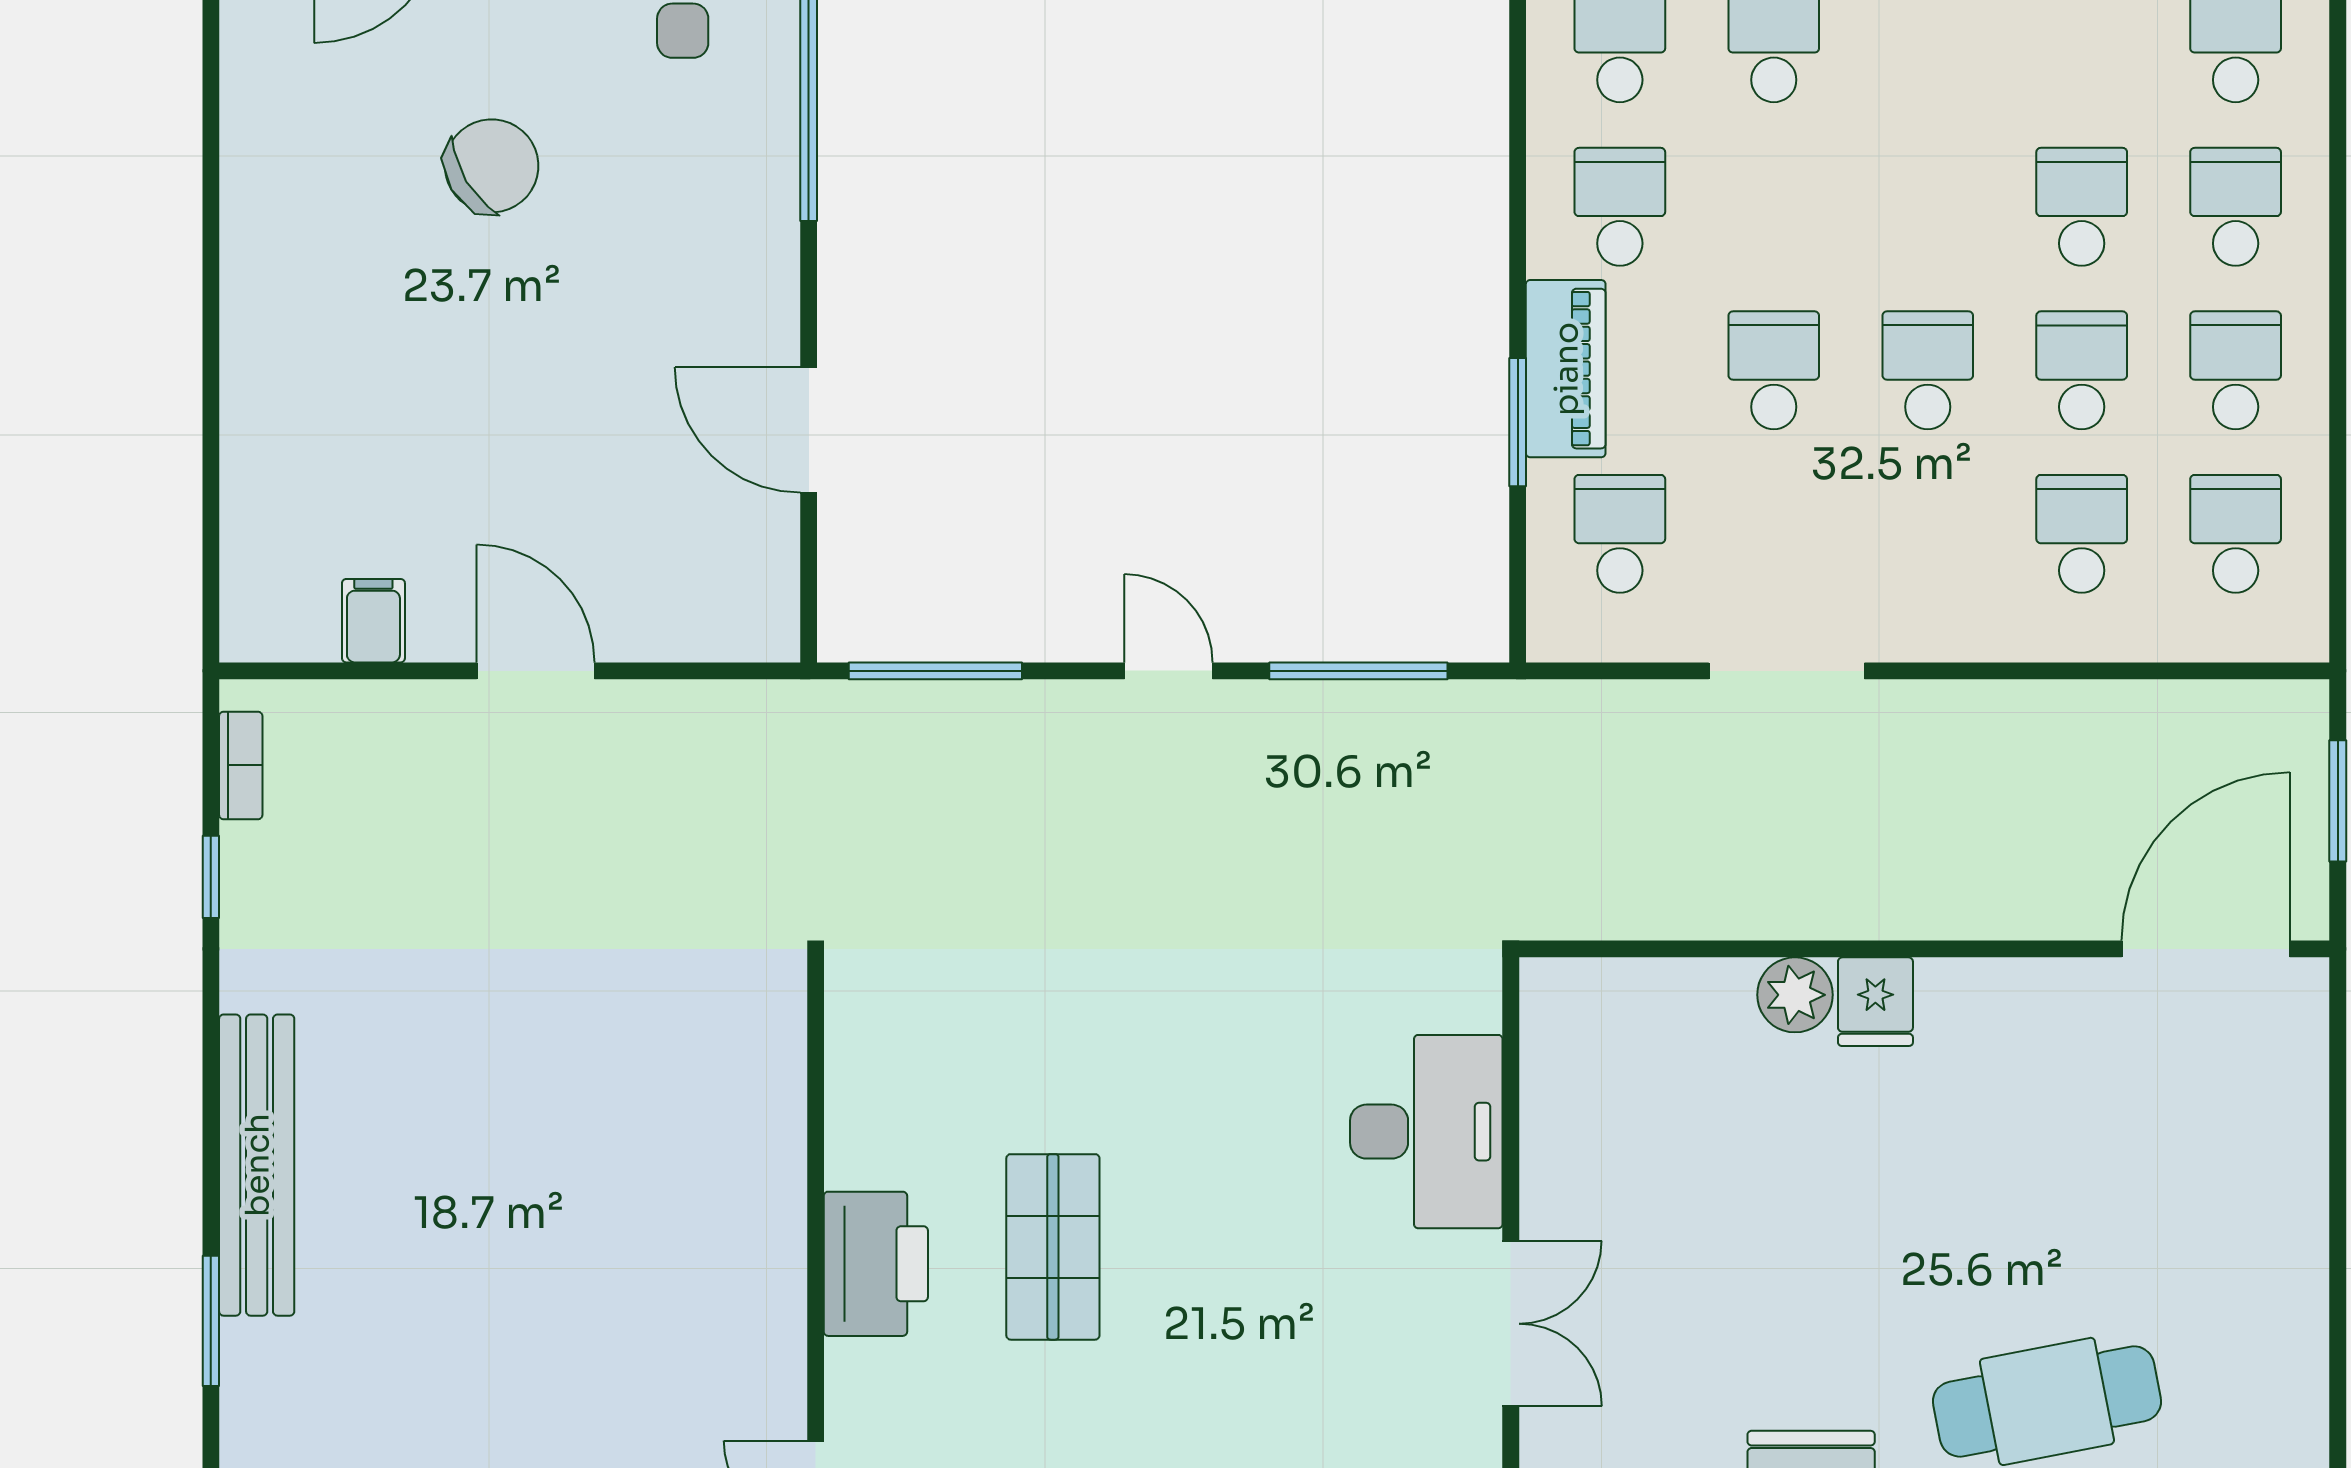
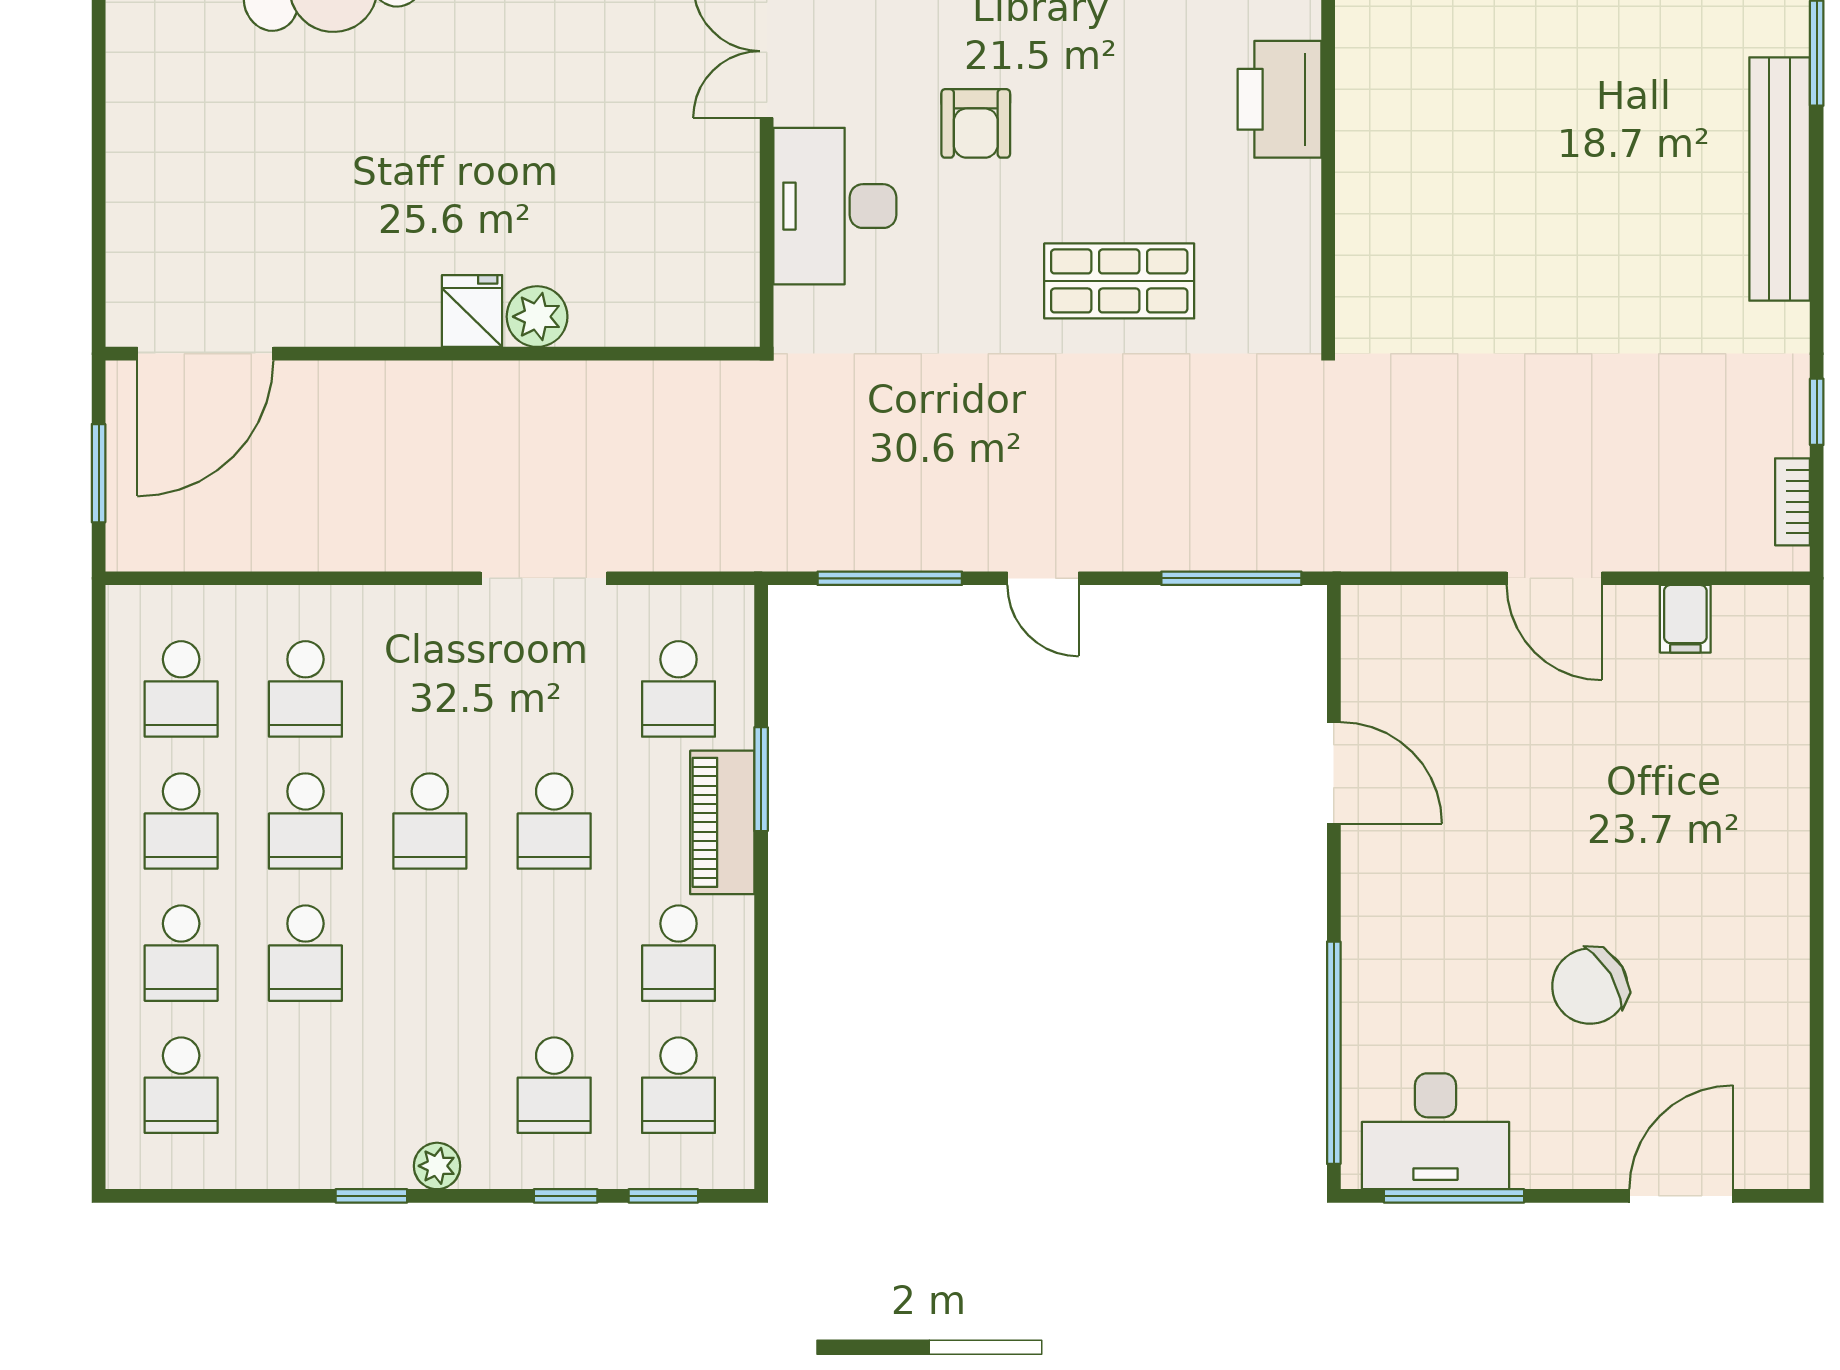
armchair: (1252, 1234) -> (976, 123), added
shop shelf: (1053, 1247) -> (1119, 281), moved, turned 90

